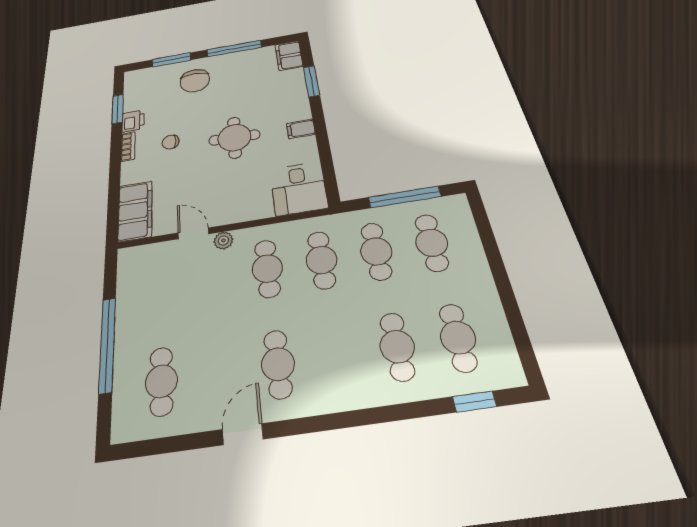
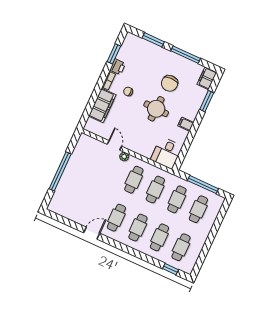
chair: (195, 81) -> (170, 83), moved
filing cabinet: (135, 211) -> (102, 105), moved
cafe table: (161, 381) -> (138, 228), moved

